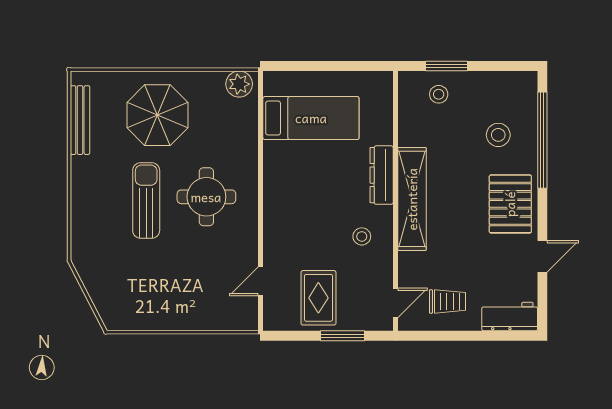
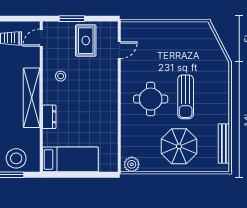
stool: (439, 94) -> (16, 158), width x1.89, depth x1.89
bed: (311, 118) -> (70, 159), moved, turned 180
dresser: (382, 175) -> (49, 117), width x0.70

